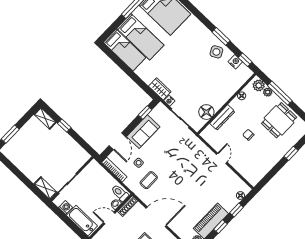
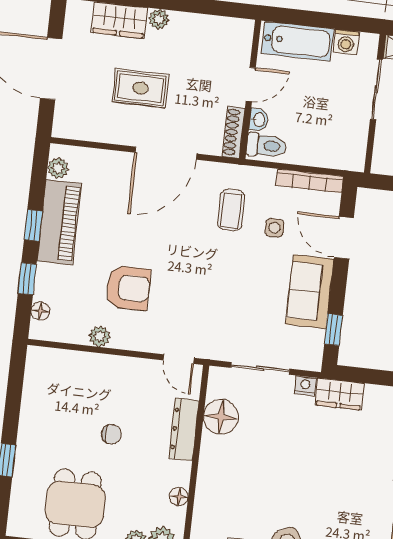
door: (222, 158) -> (179, 359), moved
plant: (227, 171) -> (100, 336), added
armchair: (204, 180) -> (128, 288), added

